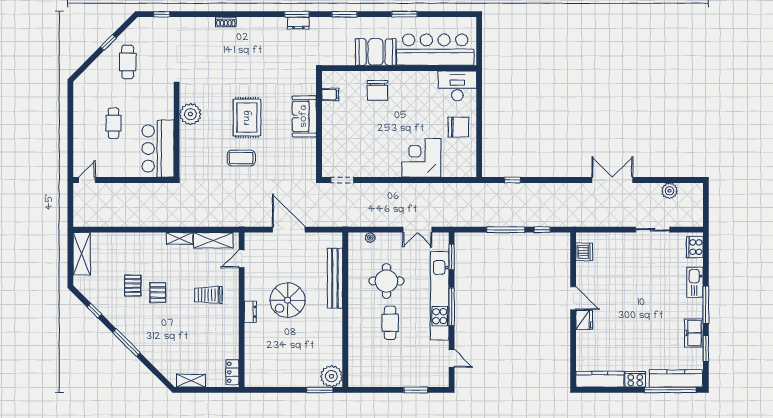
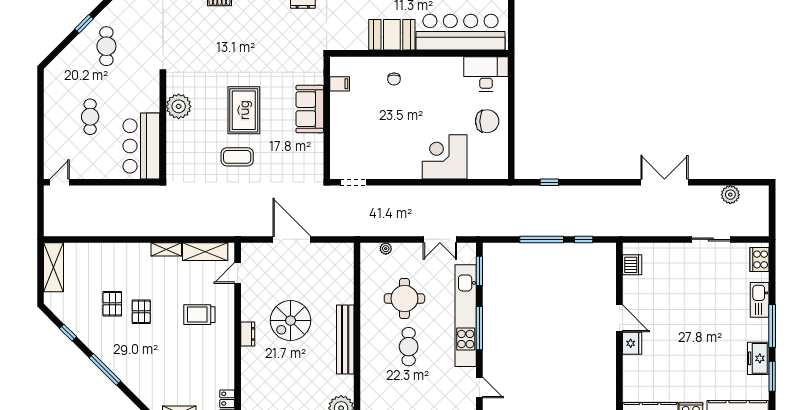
chair: (377, 90) -> (394, 79), width x0.54, depth x0.54
bench: (335, 278) -> (345, 340), moved

